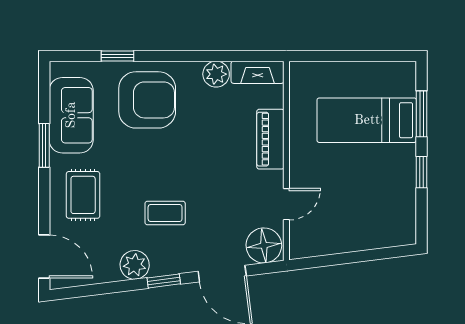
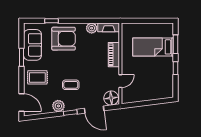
rug: (83, 195) -> (37, 77), turned 90

